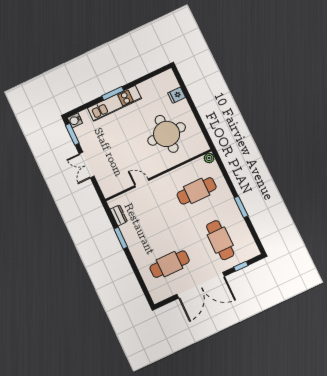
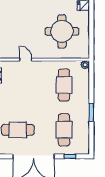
cafe table: (197, 191) -> (64, 85), turned 90

